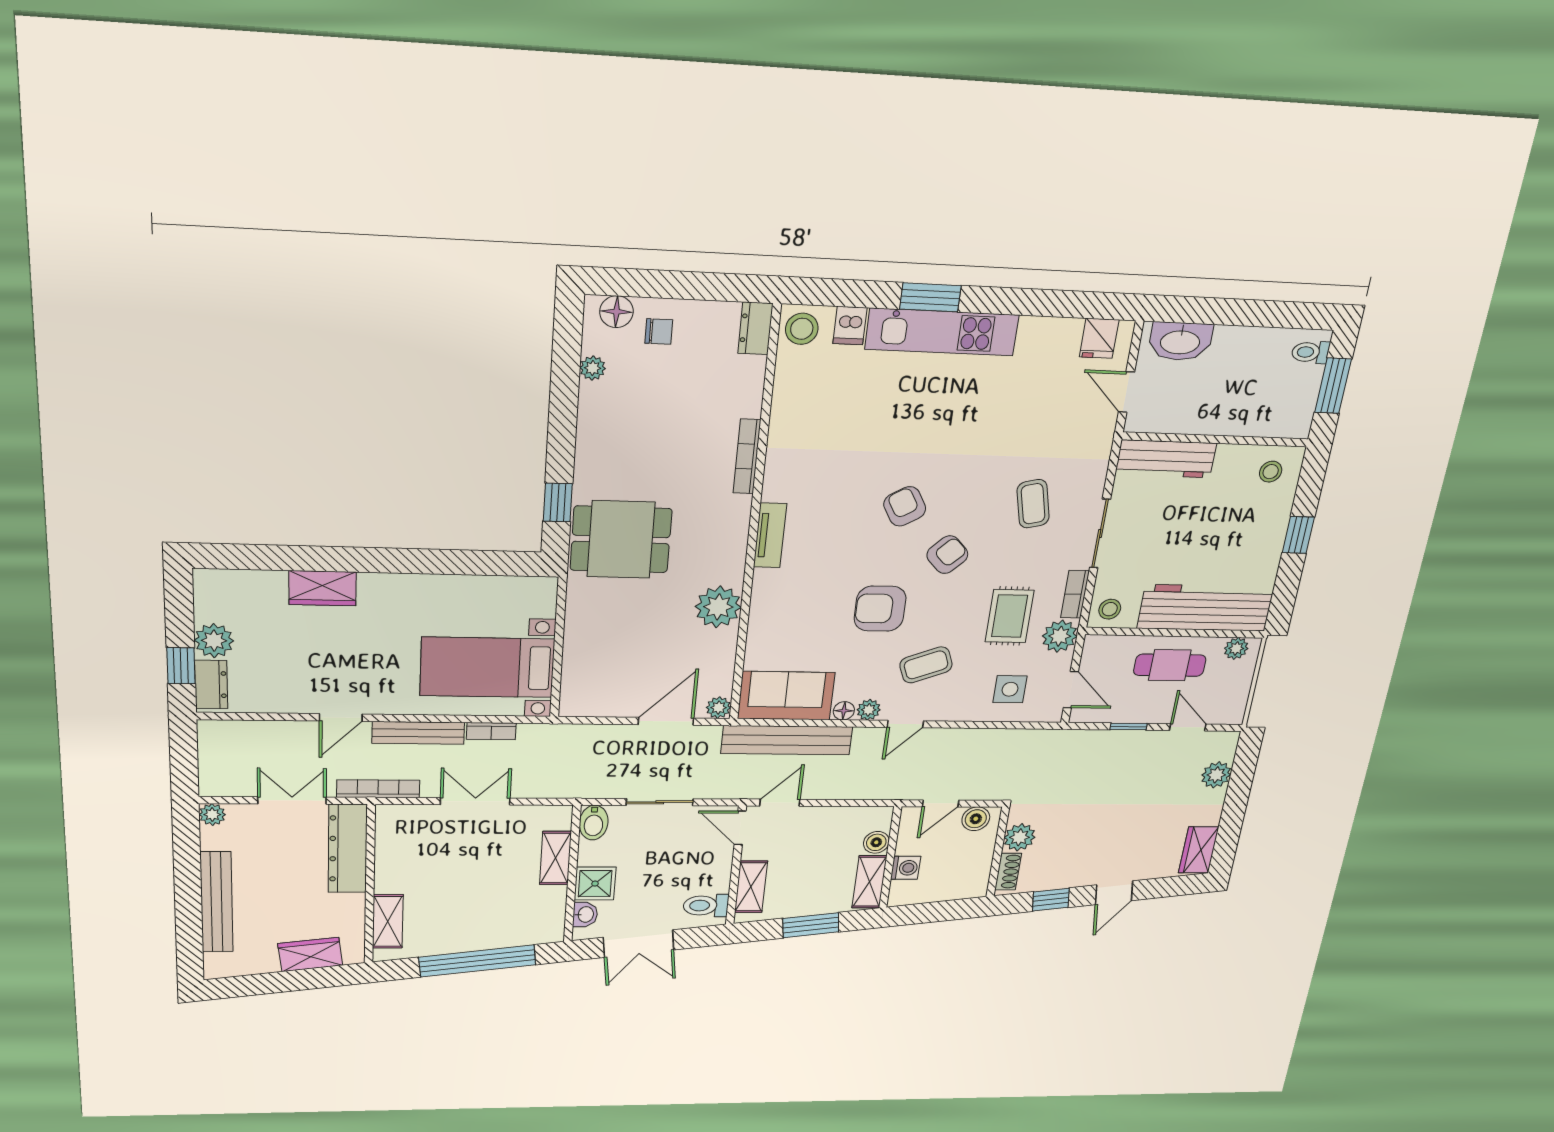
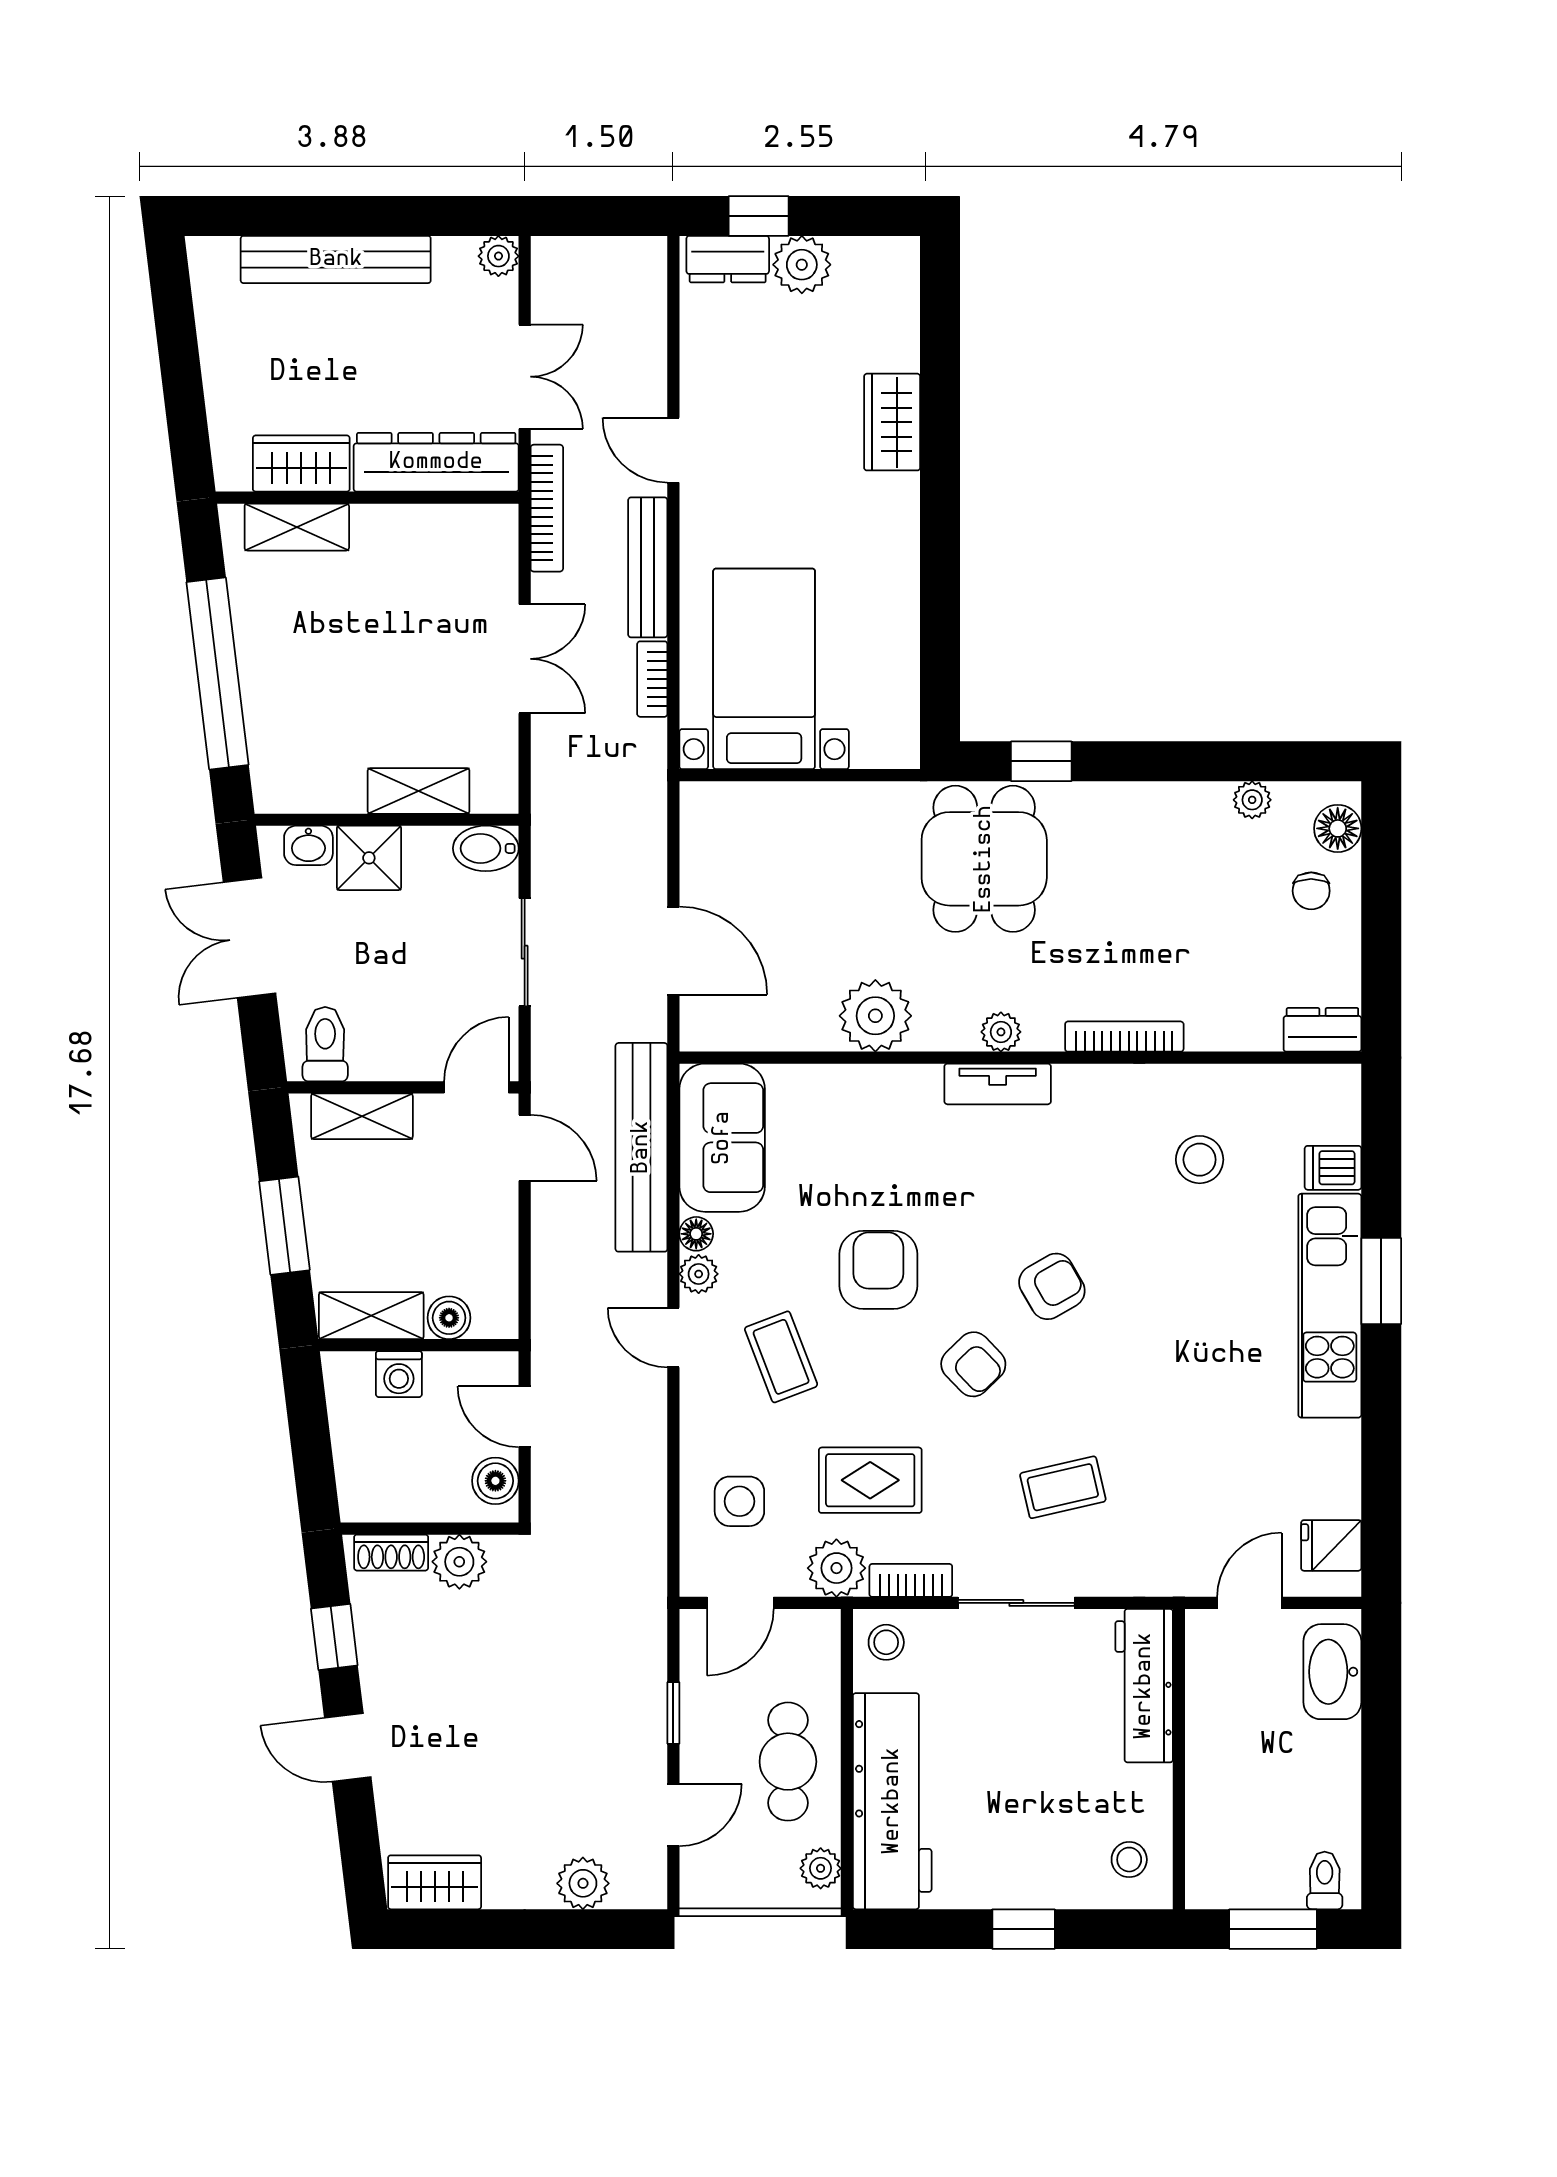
stool: (802, 329) -> (1200, 1160), moved
plant: (719, 708) -> (1001, 1032), moved
wardrobe: (310, 954) -> (301, 464), moved, turned -83

